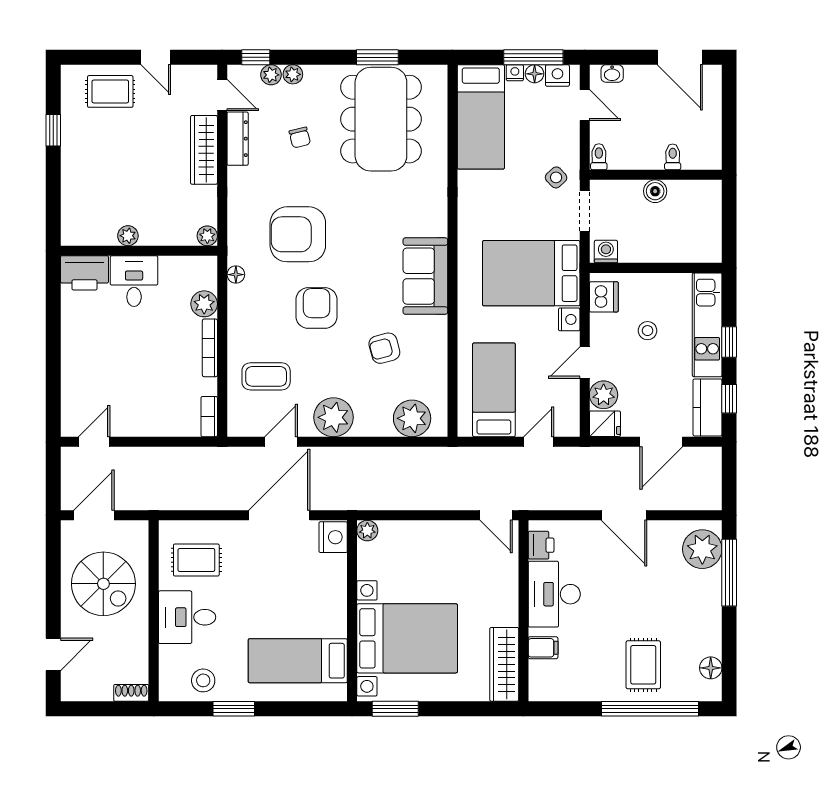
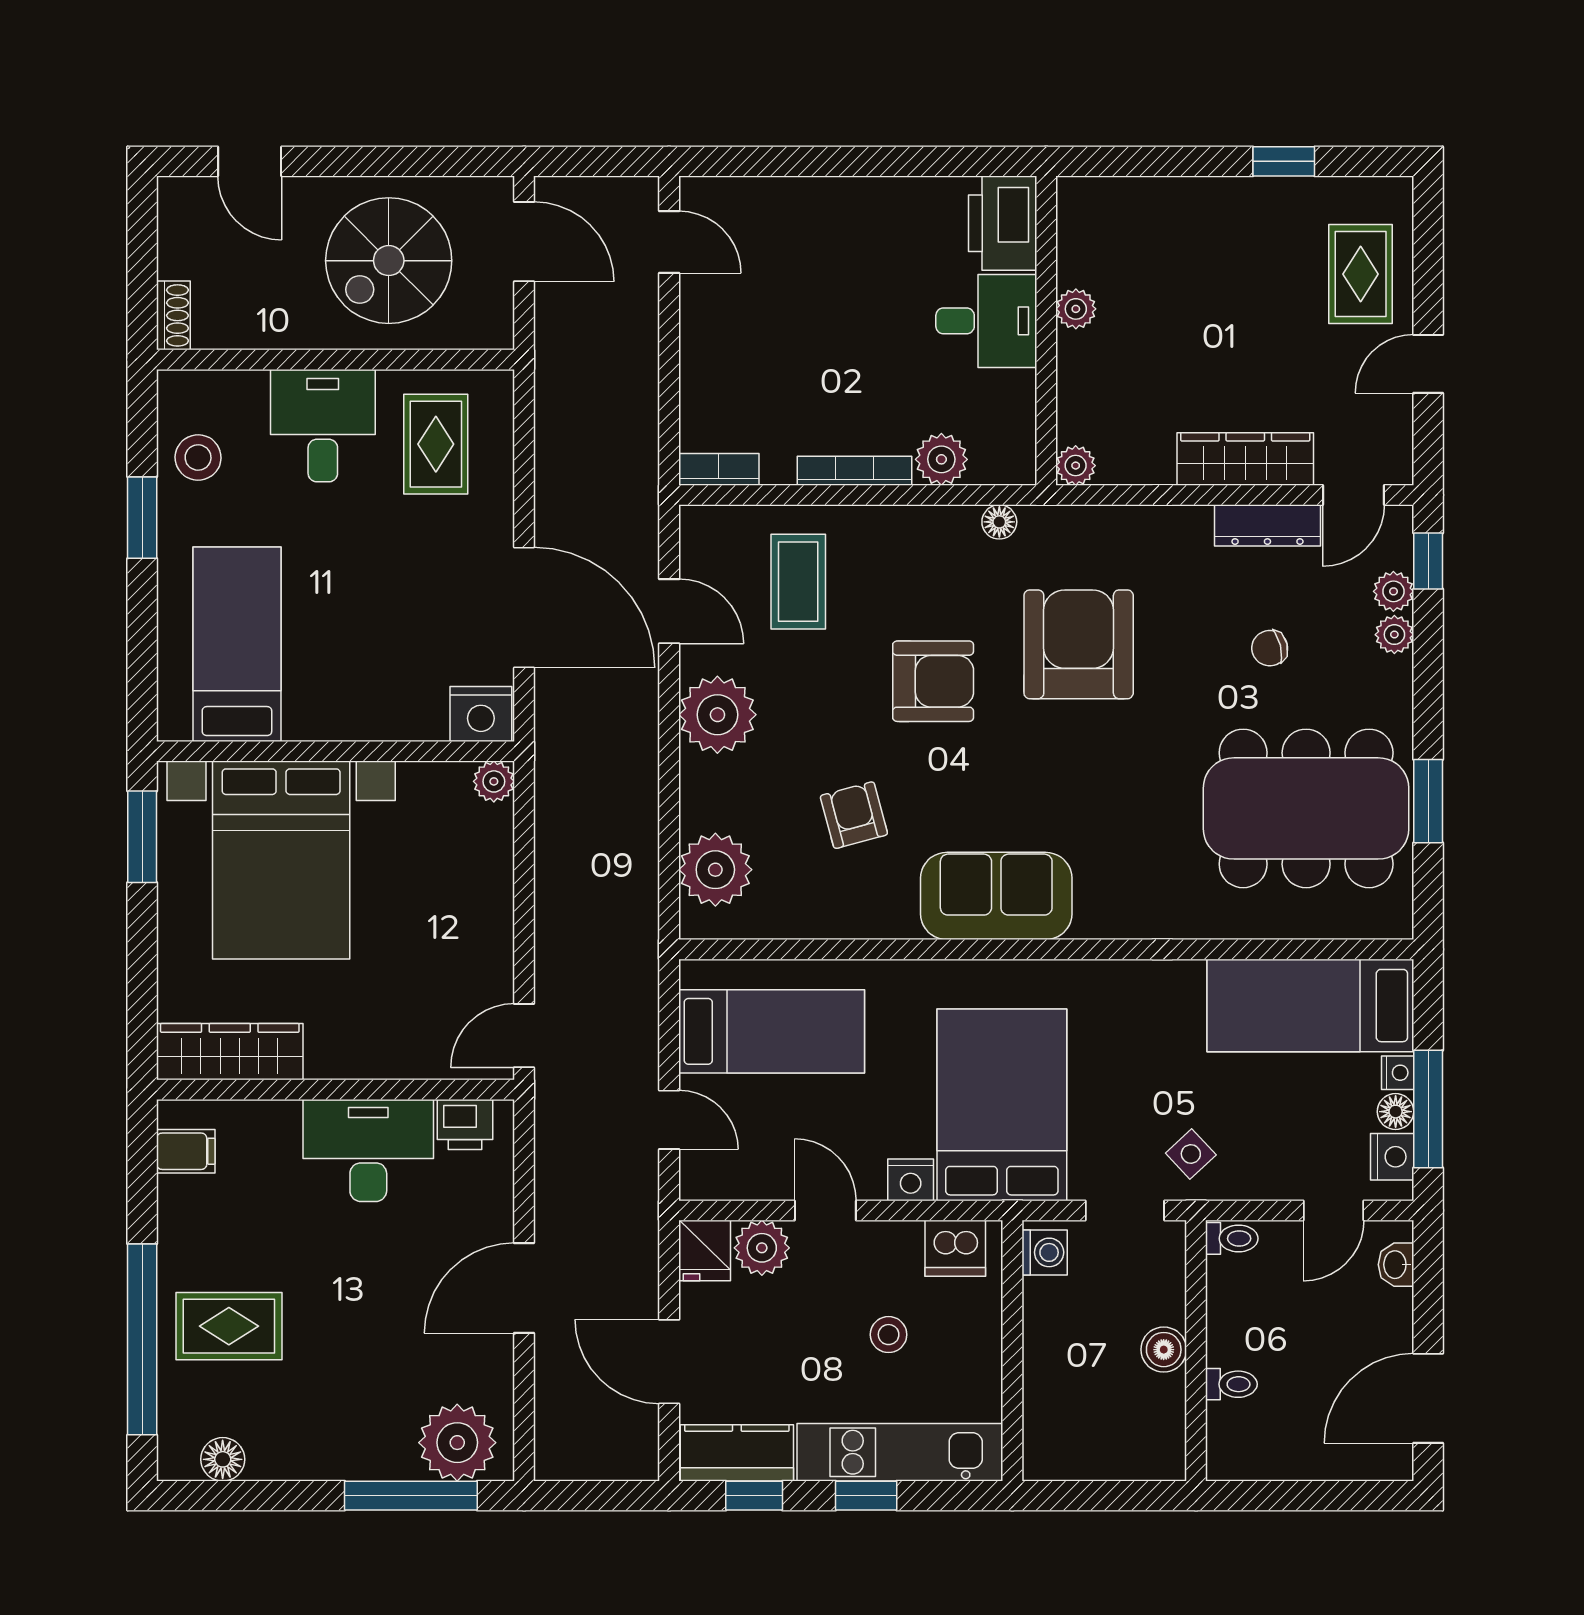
filing cabinet: (543, 648) -> (186, 1151), moved, turned -90

